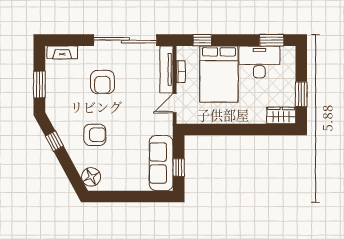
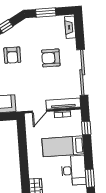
bed: (219, 74) -> (63, 146), width x0.67
door: (175, 103) -> (39, 111), swing flipped

